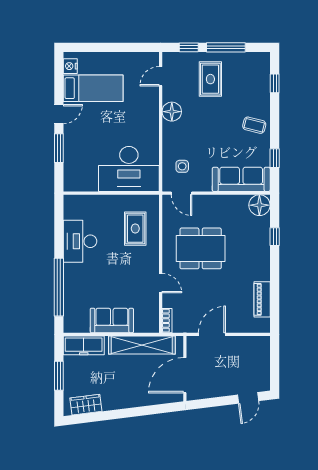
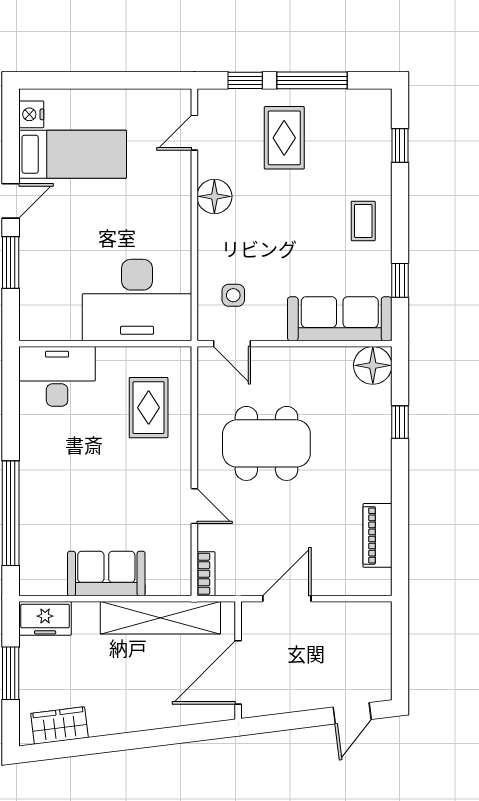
coffee table: (254, 125) -> (363, 221), turned 76
desk: (80, 241) -> (57, 376), moved, turned 90
freezer: (84, 345) -> (45, 618), width x0.71

